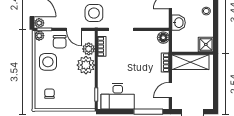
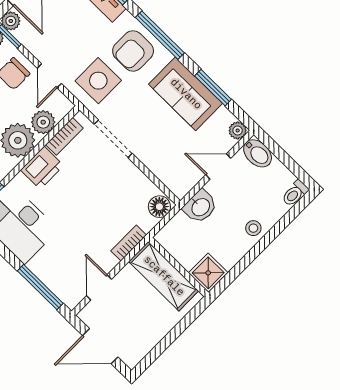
printer: (105, 66) -> (42, 168), added
door: (170, 90) -> (99, 287), hinge flipped

